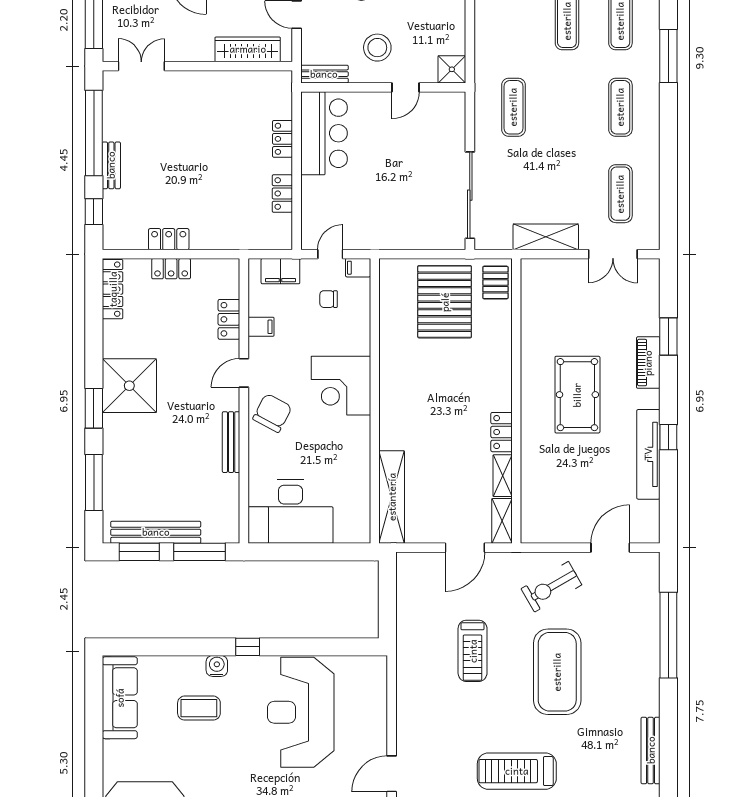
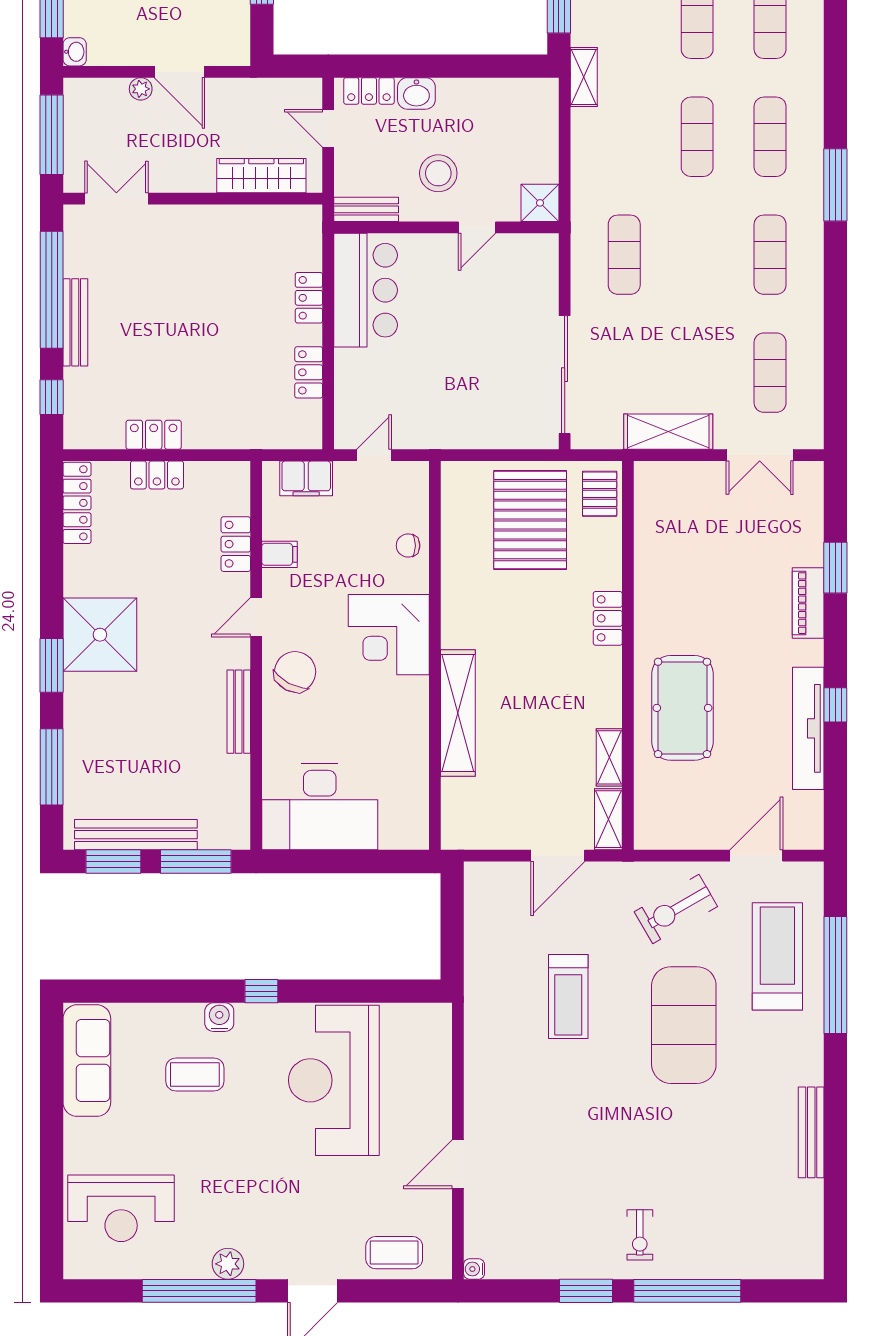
bench: (111, 165) -> (75, 322), width x1.36
filing cabinet: (358, 268) -> (412, 474), removed
chair: (329, 299) -> (408, 546), moved
pool table: (577, 395) -> (682, 708), moved
locker: (501, 432) -> (608, 618), moved
shelving: (392, 497) -> (458, 713), moved
treadmill: (517, 771) -> (777, 956), moved, turned 90

